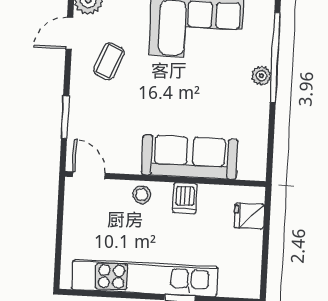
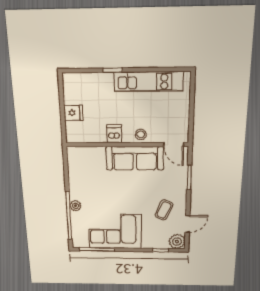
sofa: (190, 157) -> (135, 158), moved
fridge: (249, 216) -> (73, 113), moved
kitchen unit: (145, 278) -> (148, 82), width x0.73

